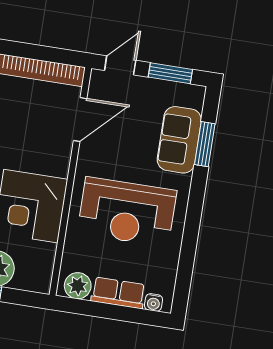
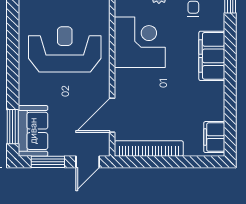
sofa: (179, 140) -> (33, 131), moved
window: (205, 144) -> (13, 127), moved

